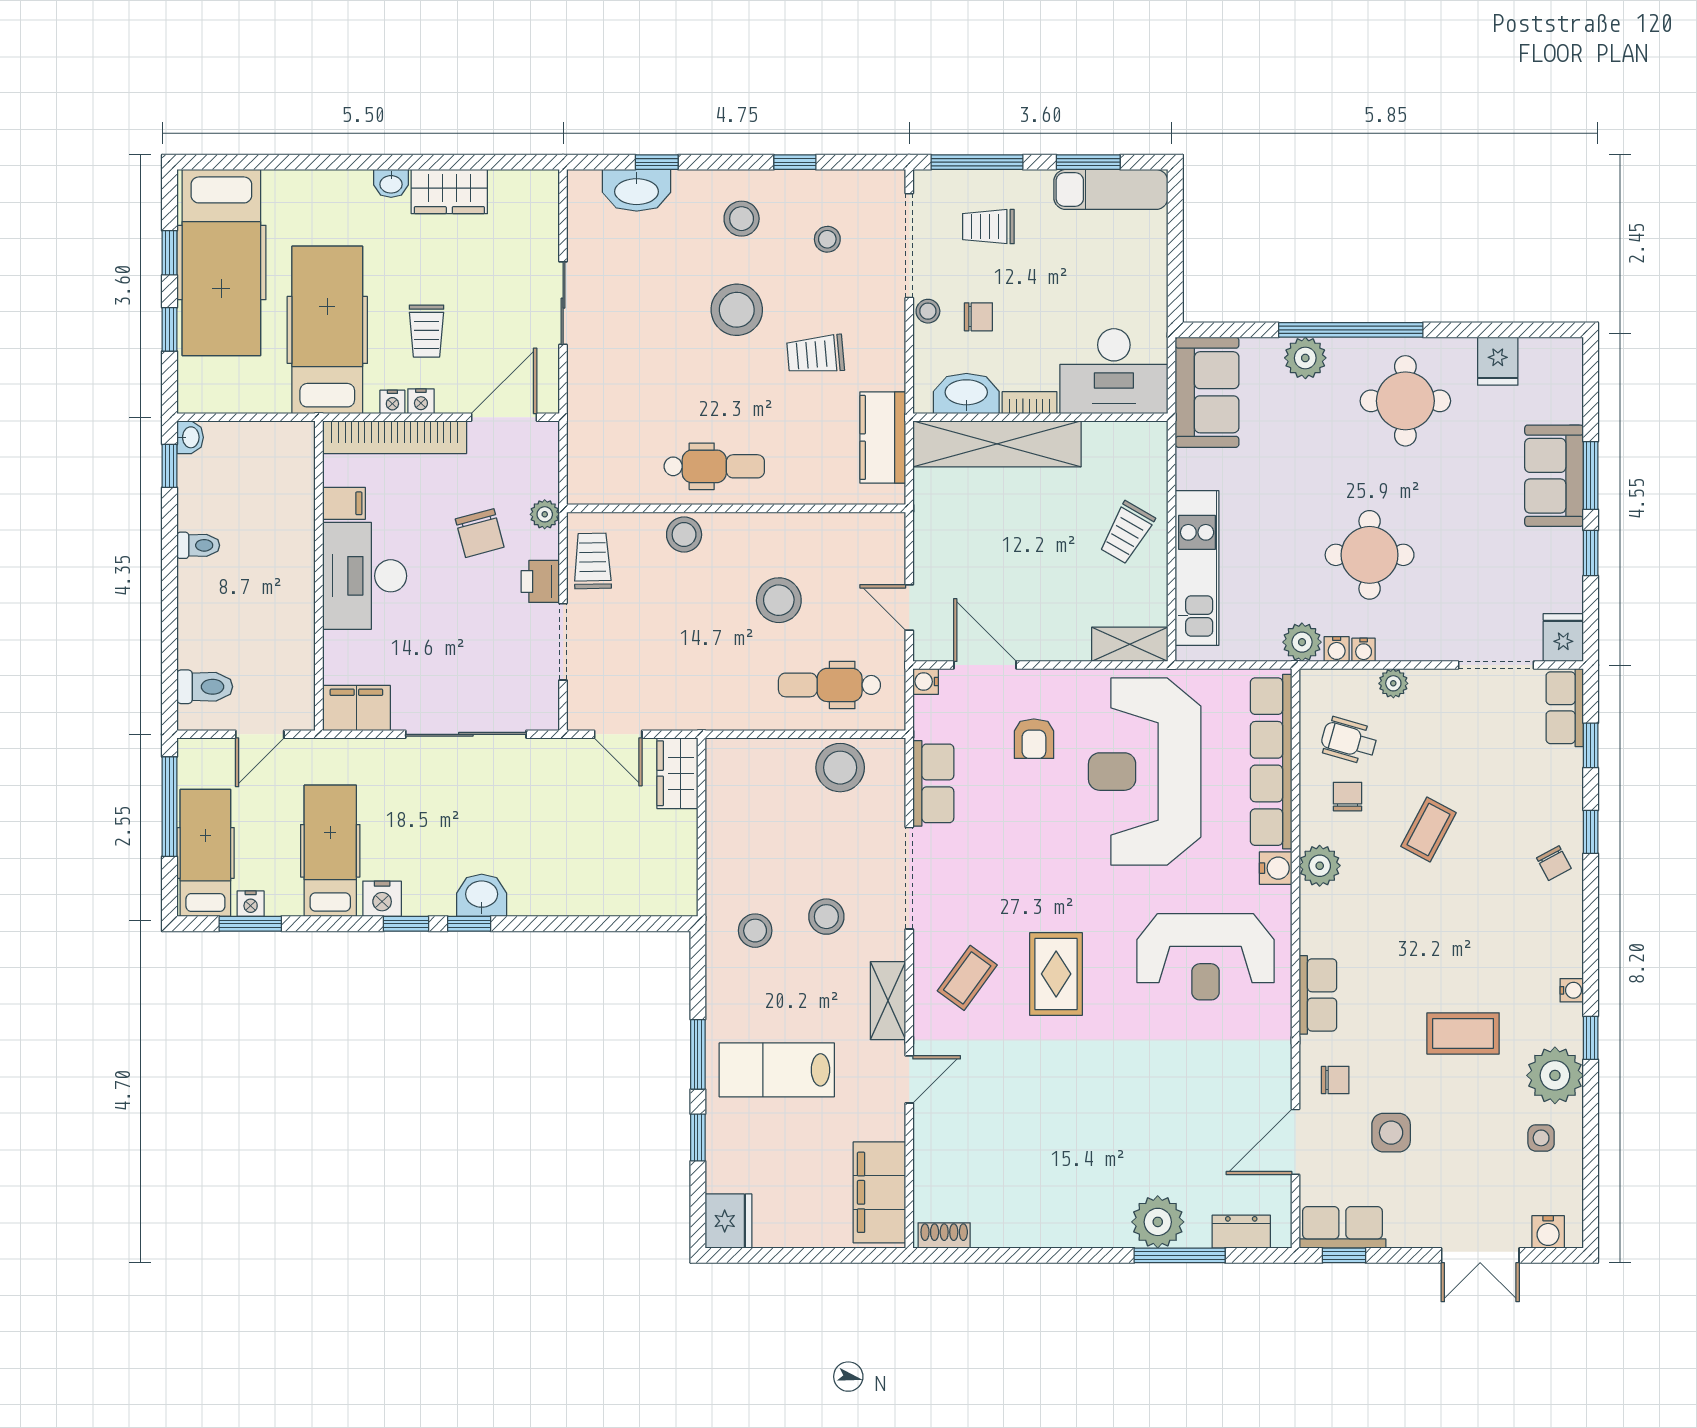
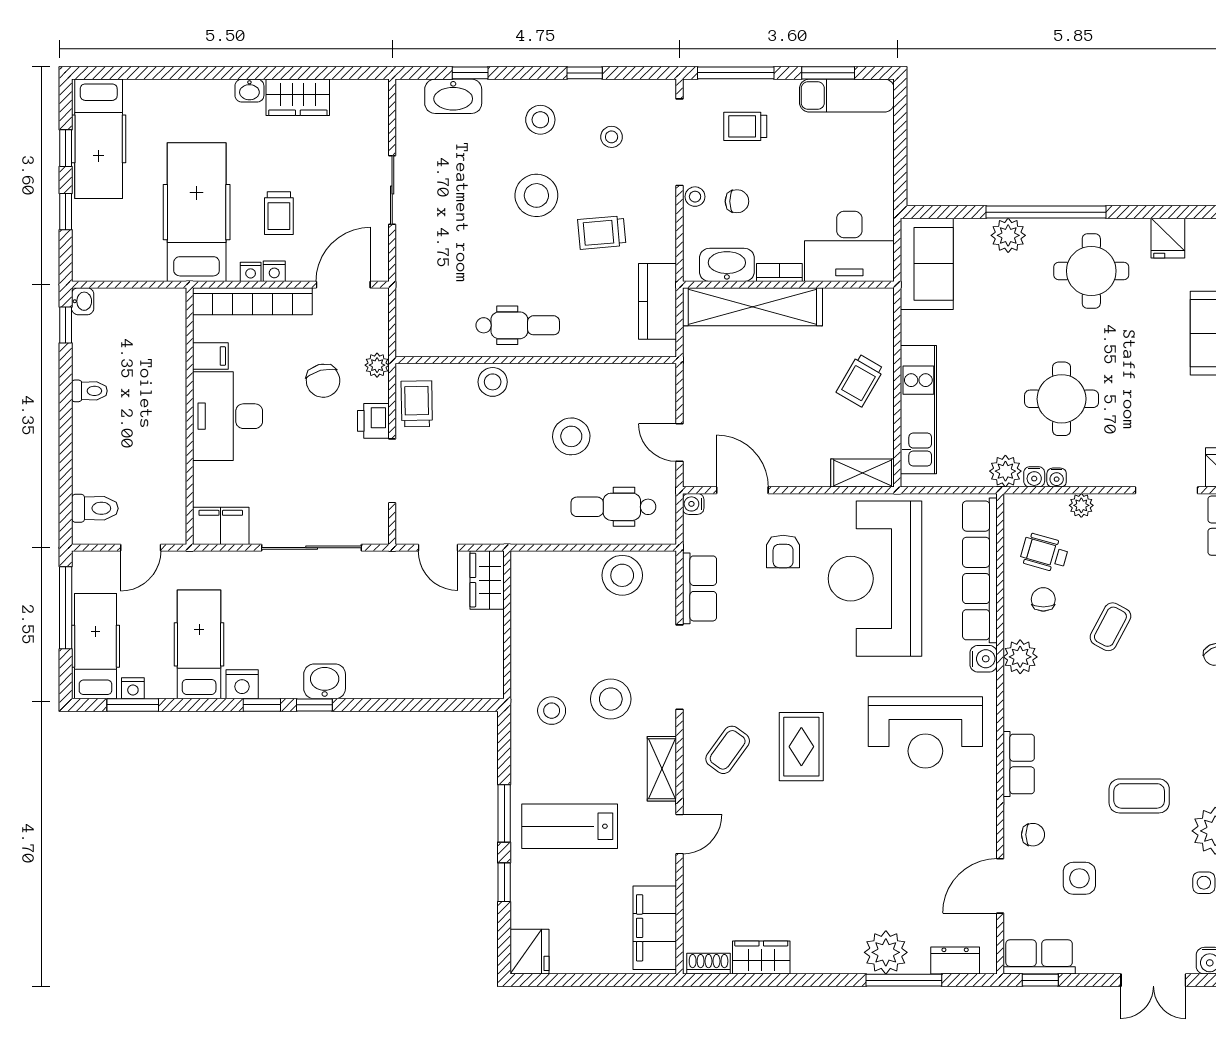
hospital bed: (221, 263) -> (99, 139), width x0.73, depth x0.78
stool: (826, 917) -> (611, 699), width x1.38, depth x1.38
wardrobe: (1008, 1228) -> (761, 957), added

